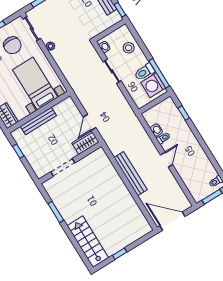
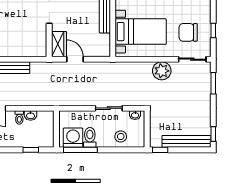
plant: (51, 46) -> (162, 71), width x1.88, depth x1.88

